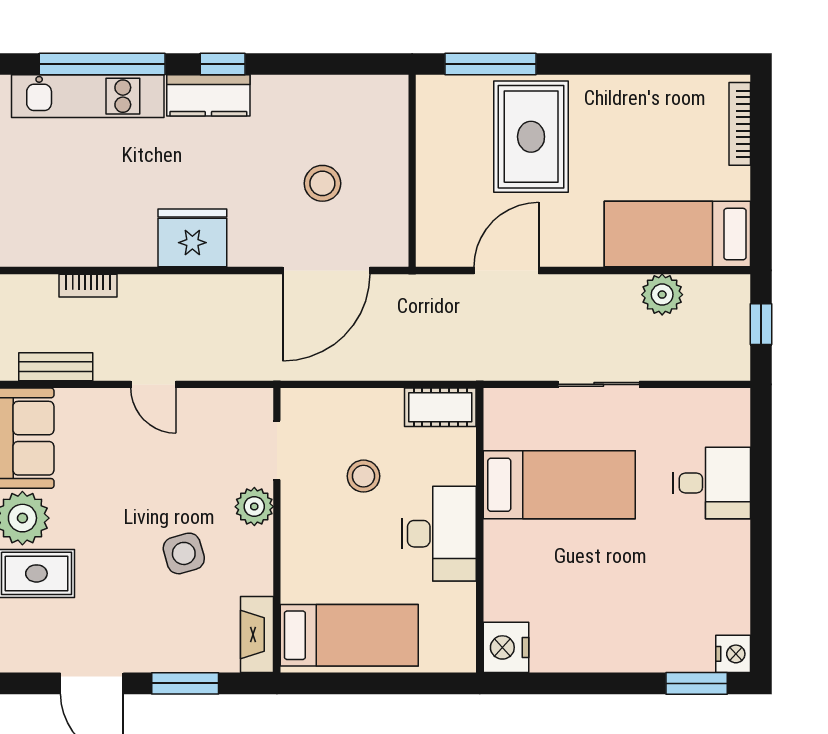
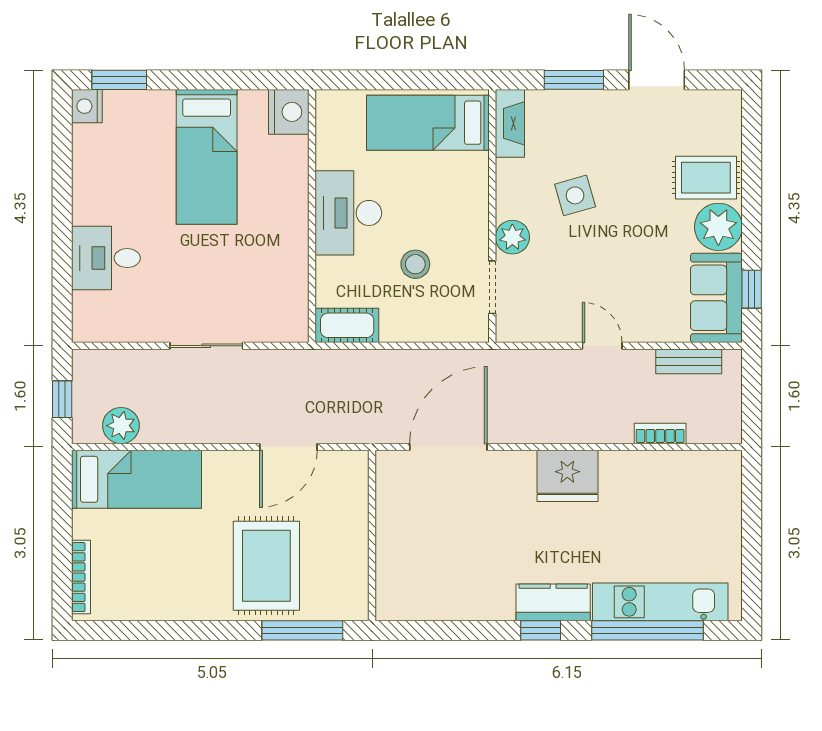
stool: (322, 183) -> (452, 524), removed
plant: (662, 295) -> (121, 426), moved
bed: (559, 485) -> (207, 157), moved, turned -90

